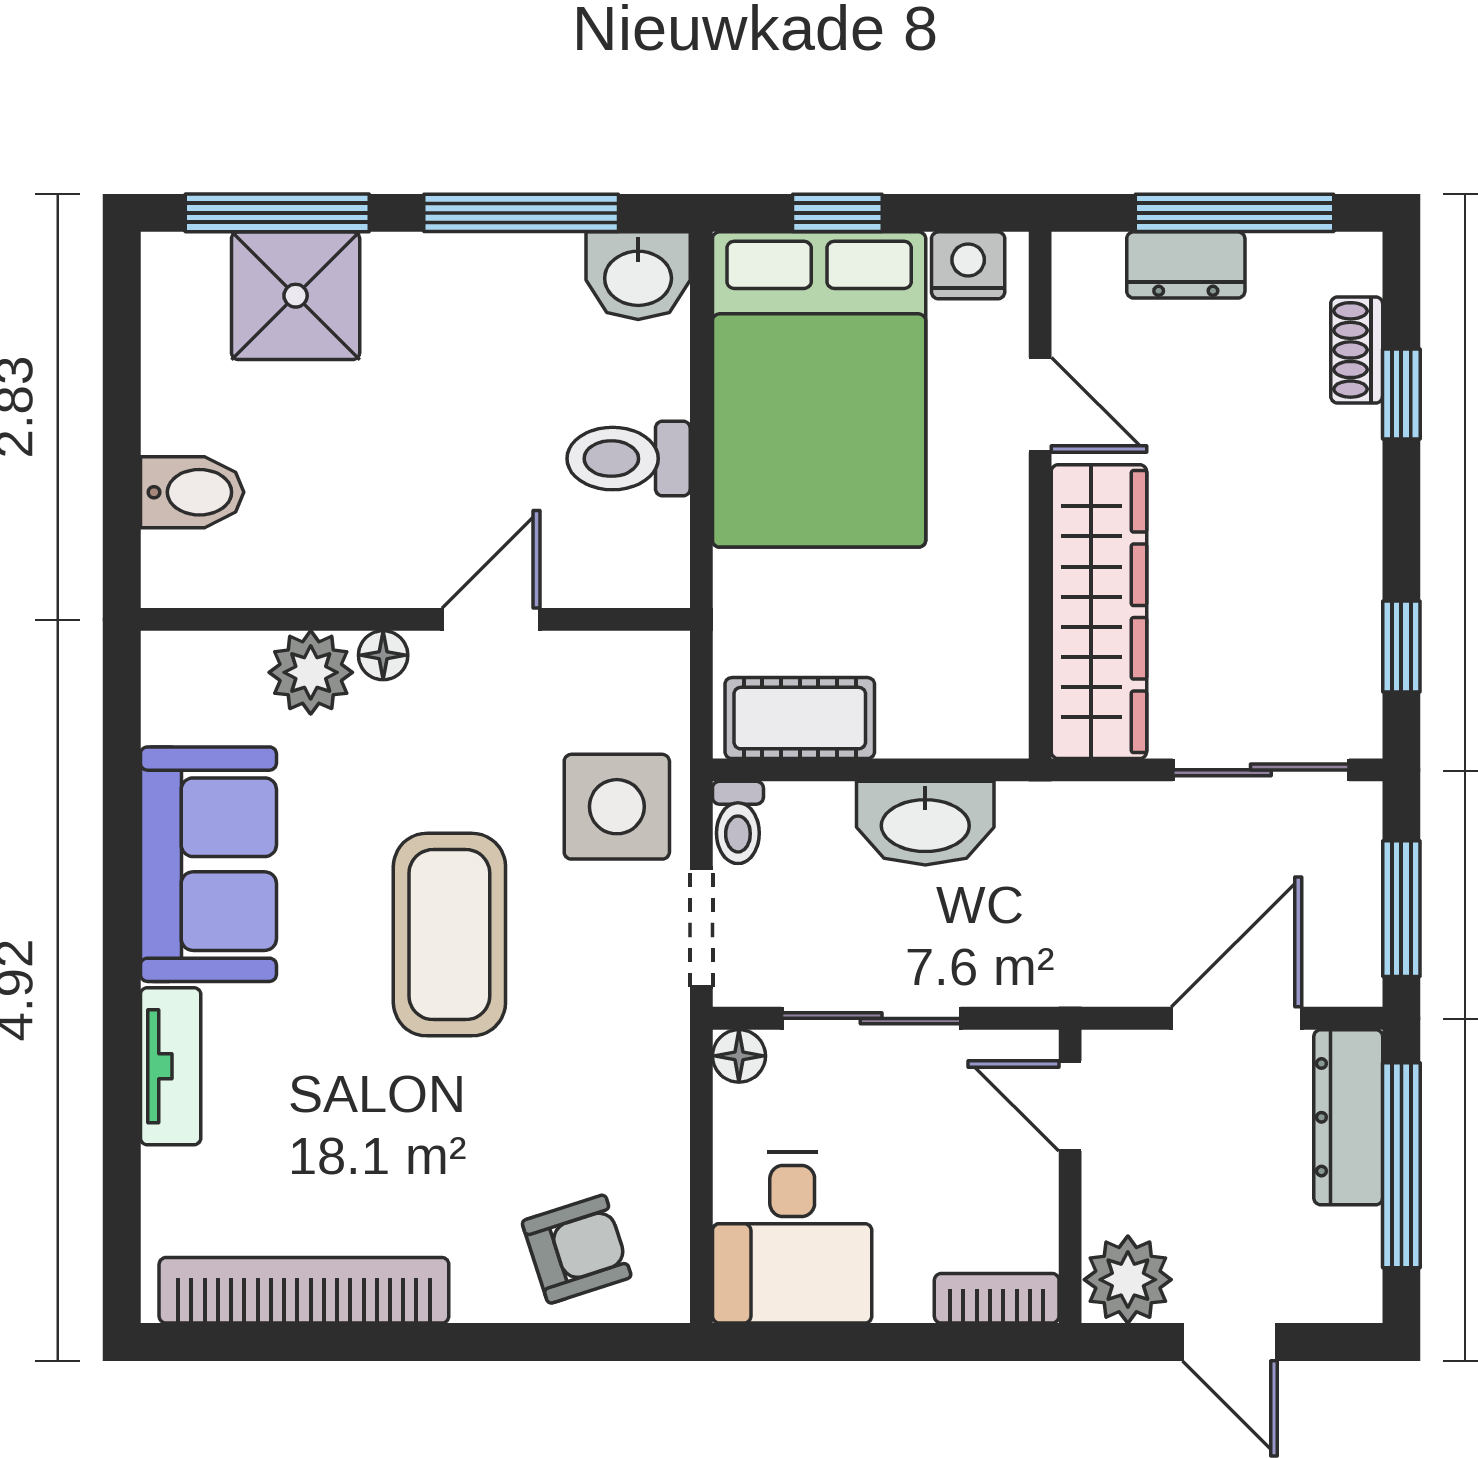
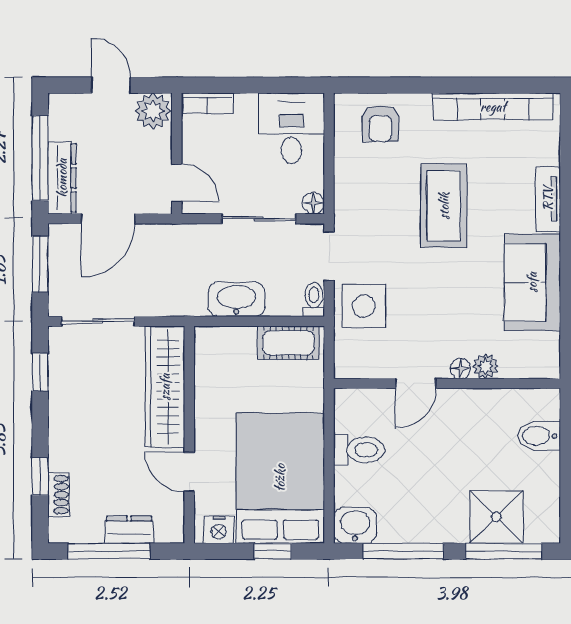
plant: (311, 672) -> (485, 366), width x0.73, depth x0.73
coffee table: (449, 935) -> (444, 206), moved
armchair: (577, 1249) -> (380, 124), turned -72

